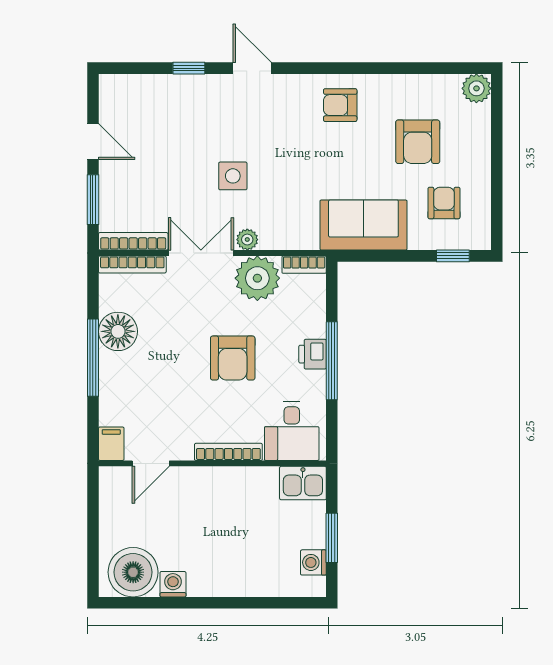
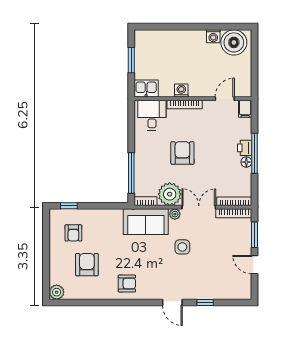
sofa: (363, 225) -> (146, 222), moved
double door: (201, 253) -> (199, 207), swing flipped
floor lamp: (118, 331) -> (246, 162), width x0.53, depth x0.53
printer: (313, 354) -> (245, 148), moved, turned 180
window: (332, 361) -> (131, 173), moved
washing machine: (313, 562) -> (181, 91), moved, turned -90

